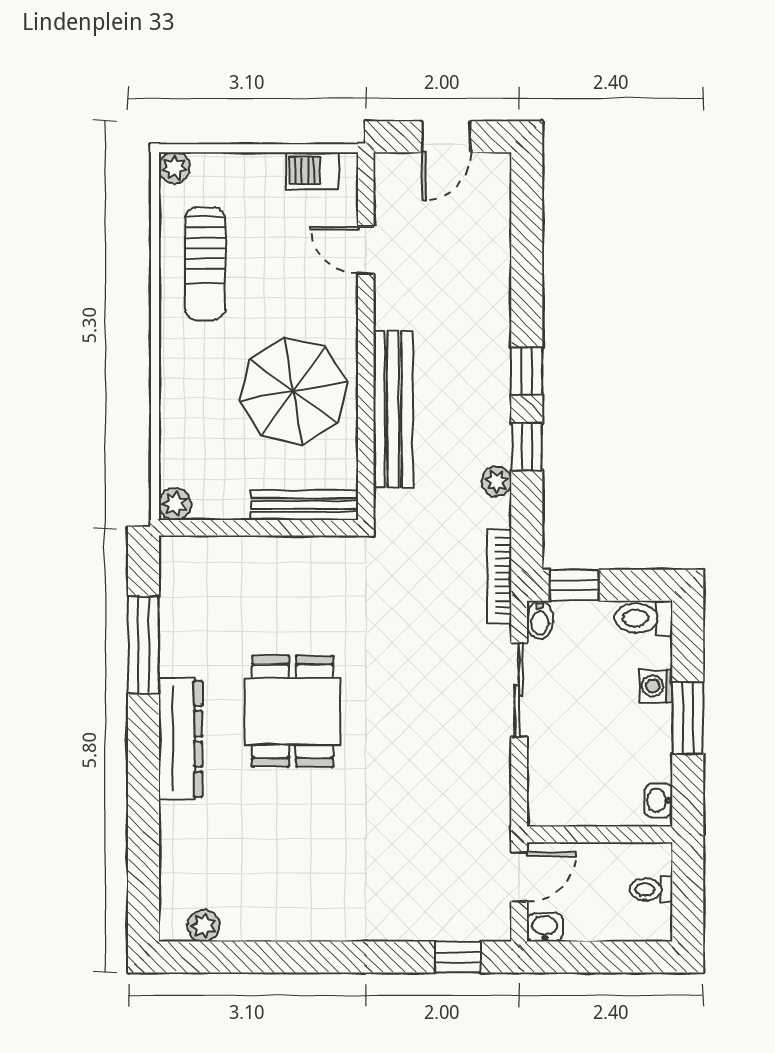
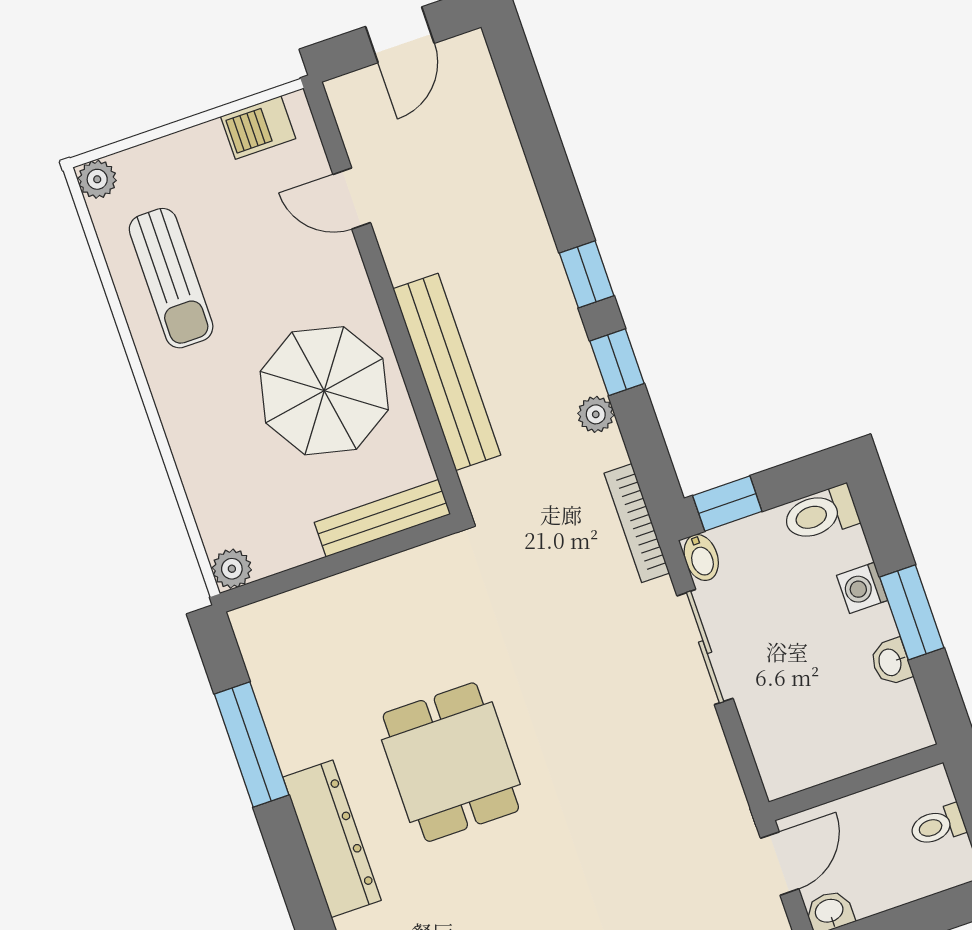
washbasin: (658, 800) -> (891, 662), moved

